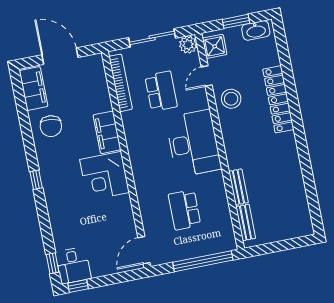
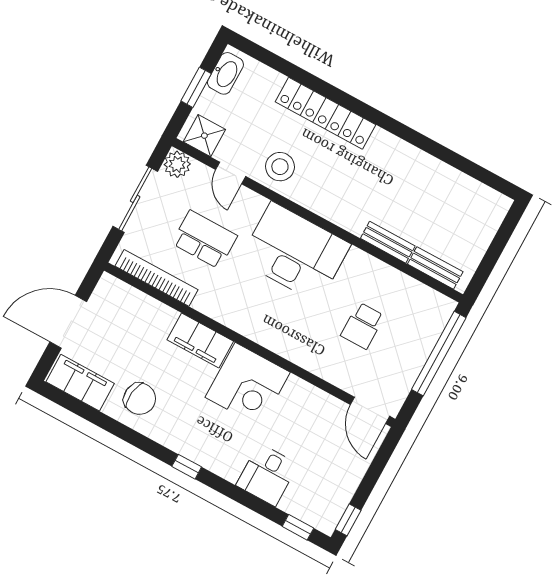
school desk: (185, 210) -> (363, 326), width x0.54
desk: (73, 265) -> (267, 475), moved, turned 90

